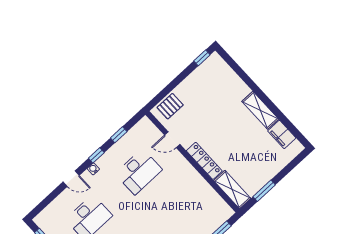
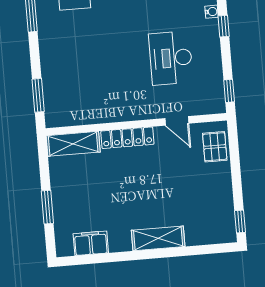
shelving: (260, 110) -> (158, 238), moved
window: (119, 135) -> (229, 91), moved
door: (172, 140) -> (177, 121), swing flipped
window: (264, 191) -> (47, 207), moved

